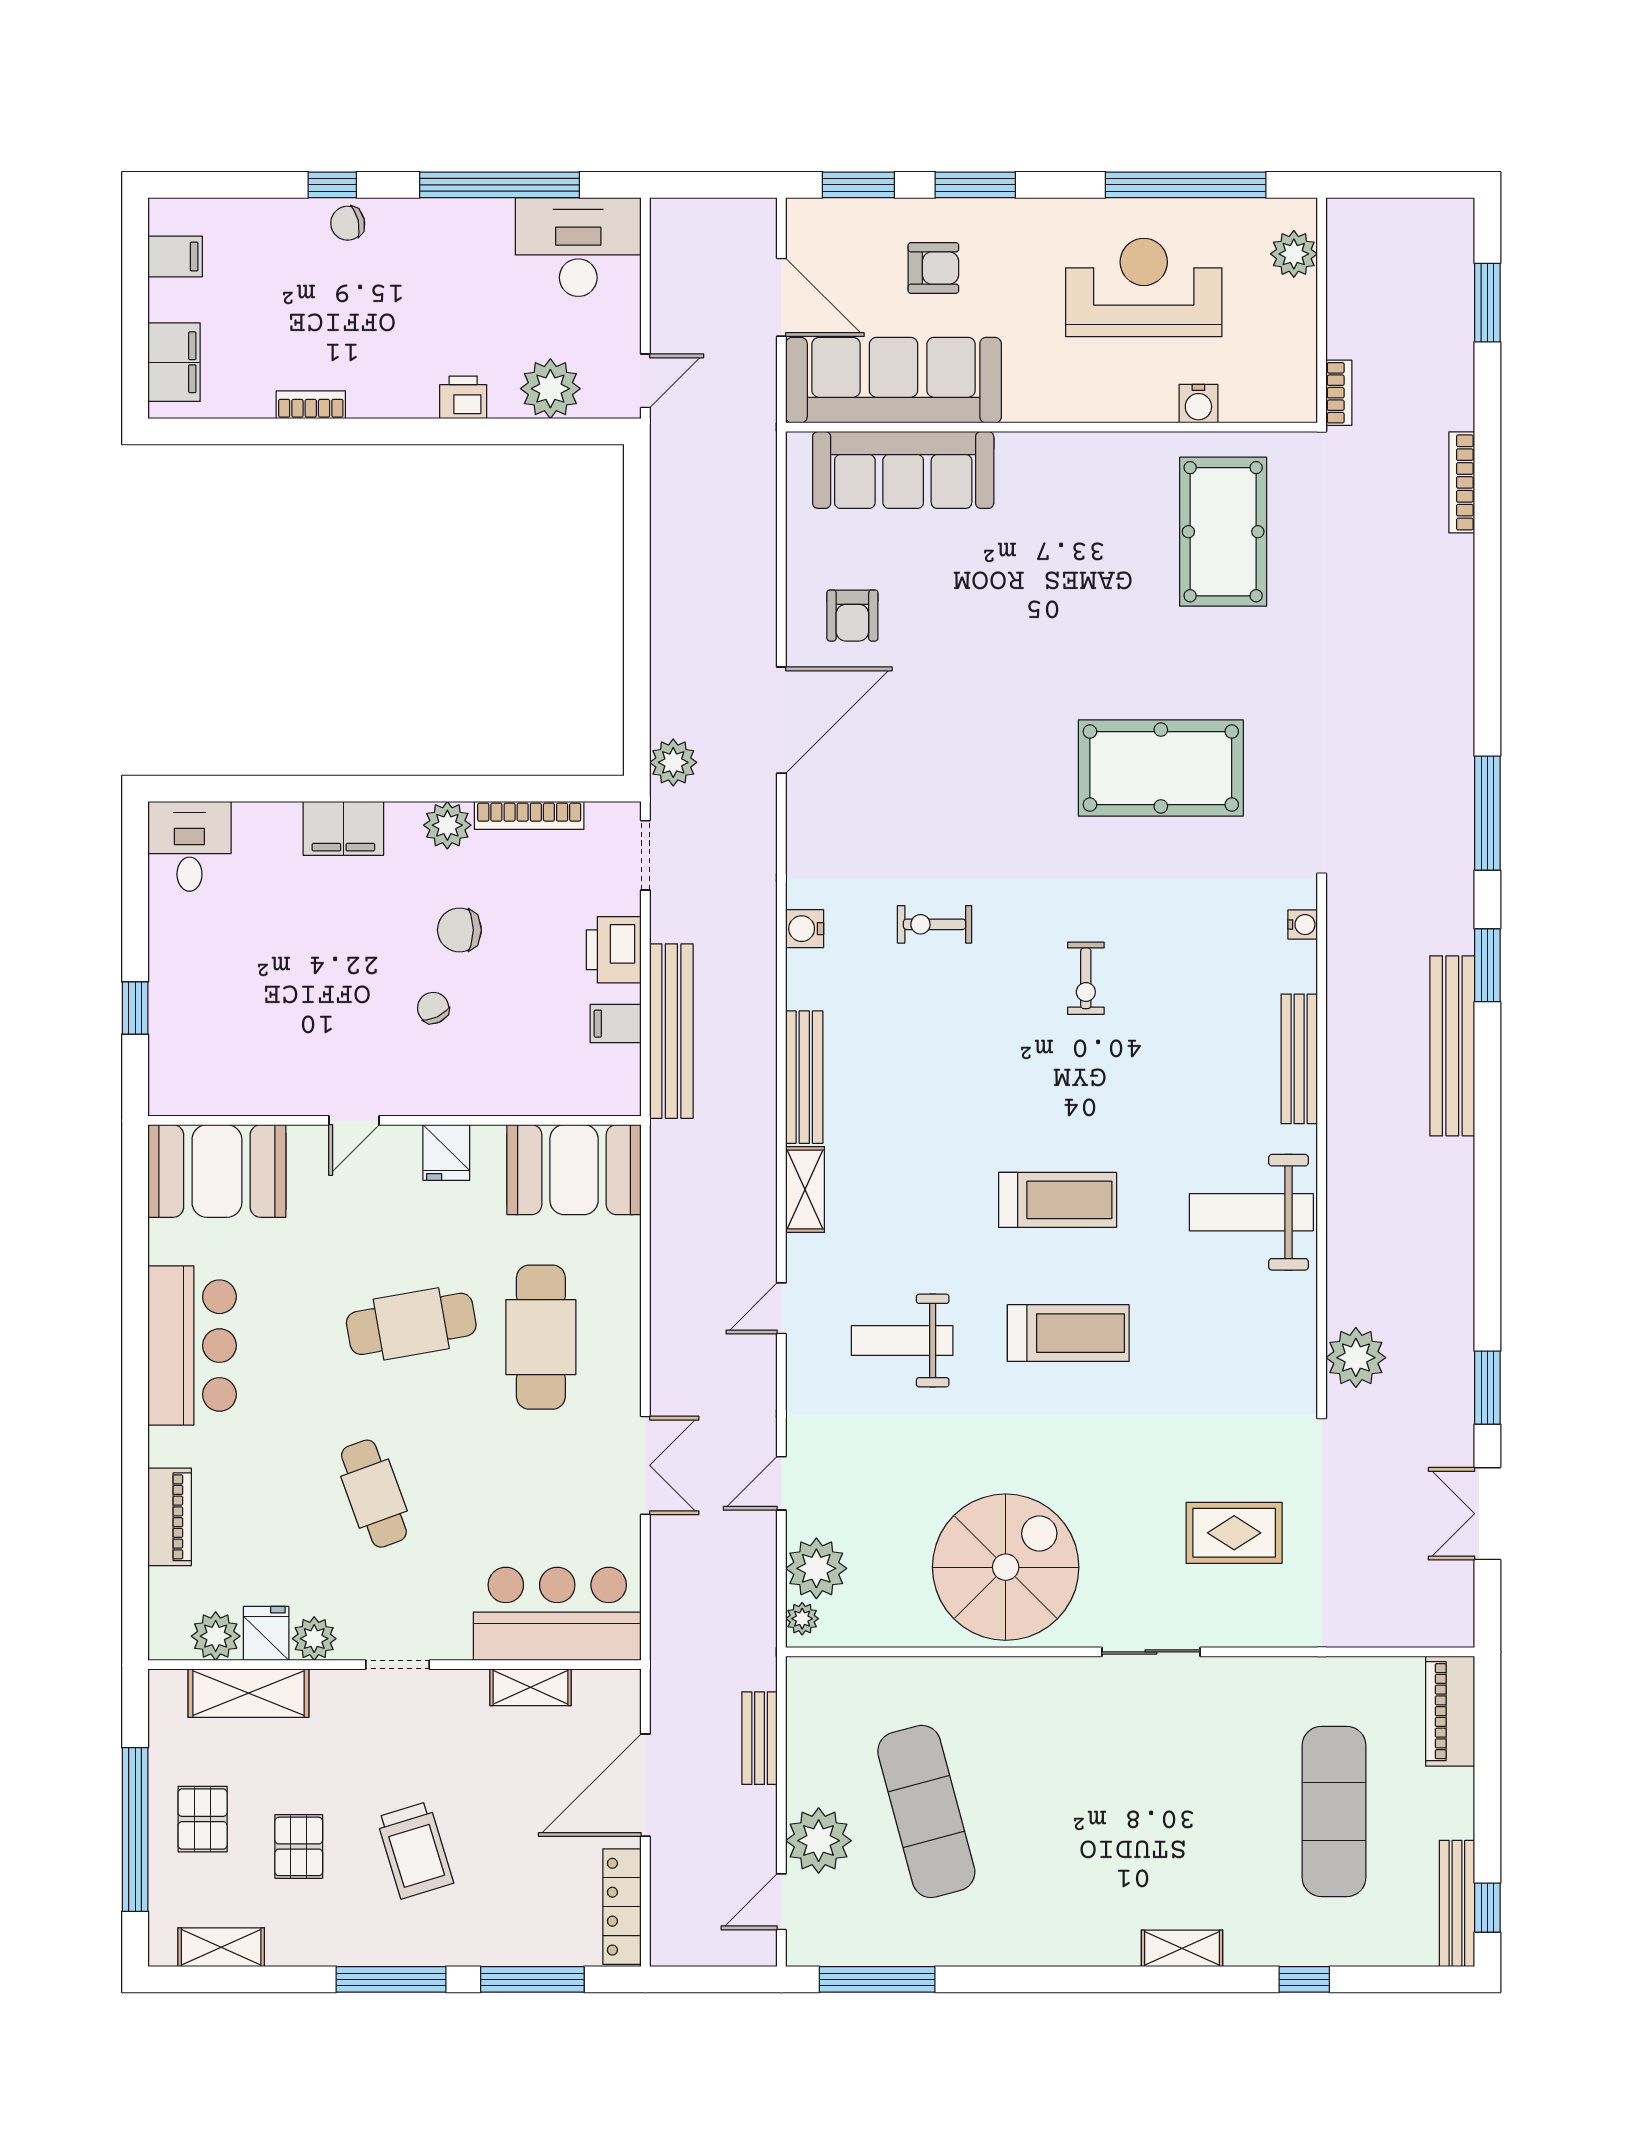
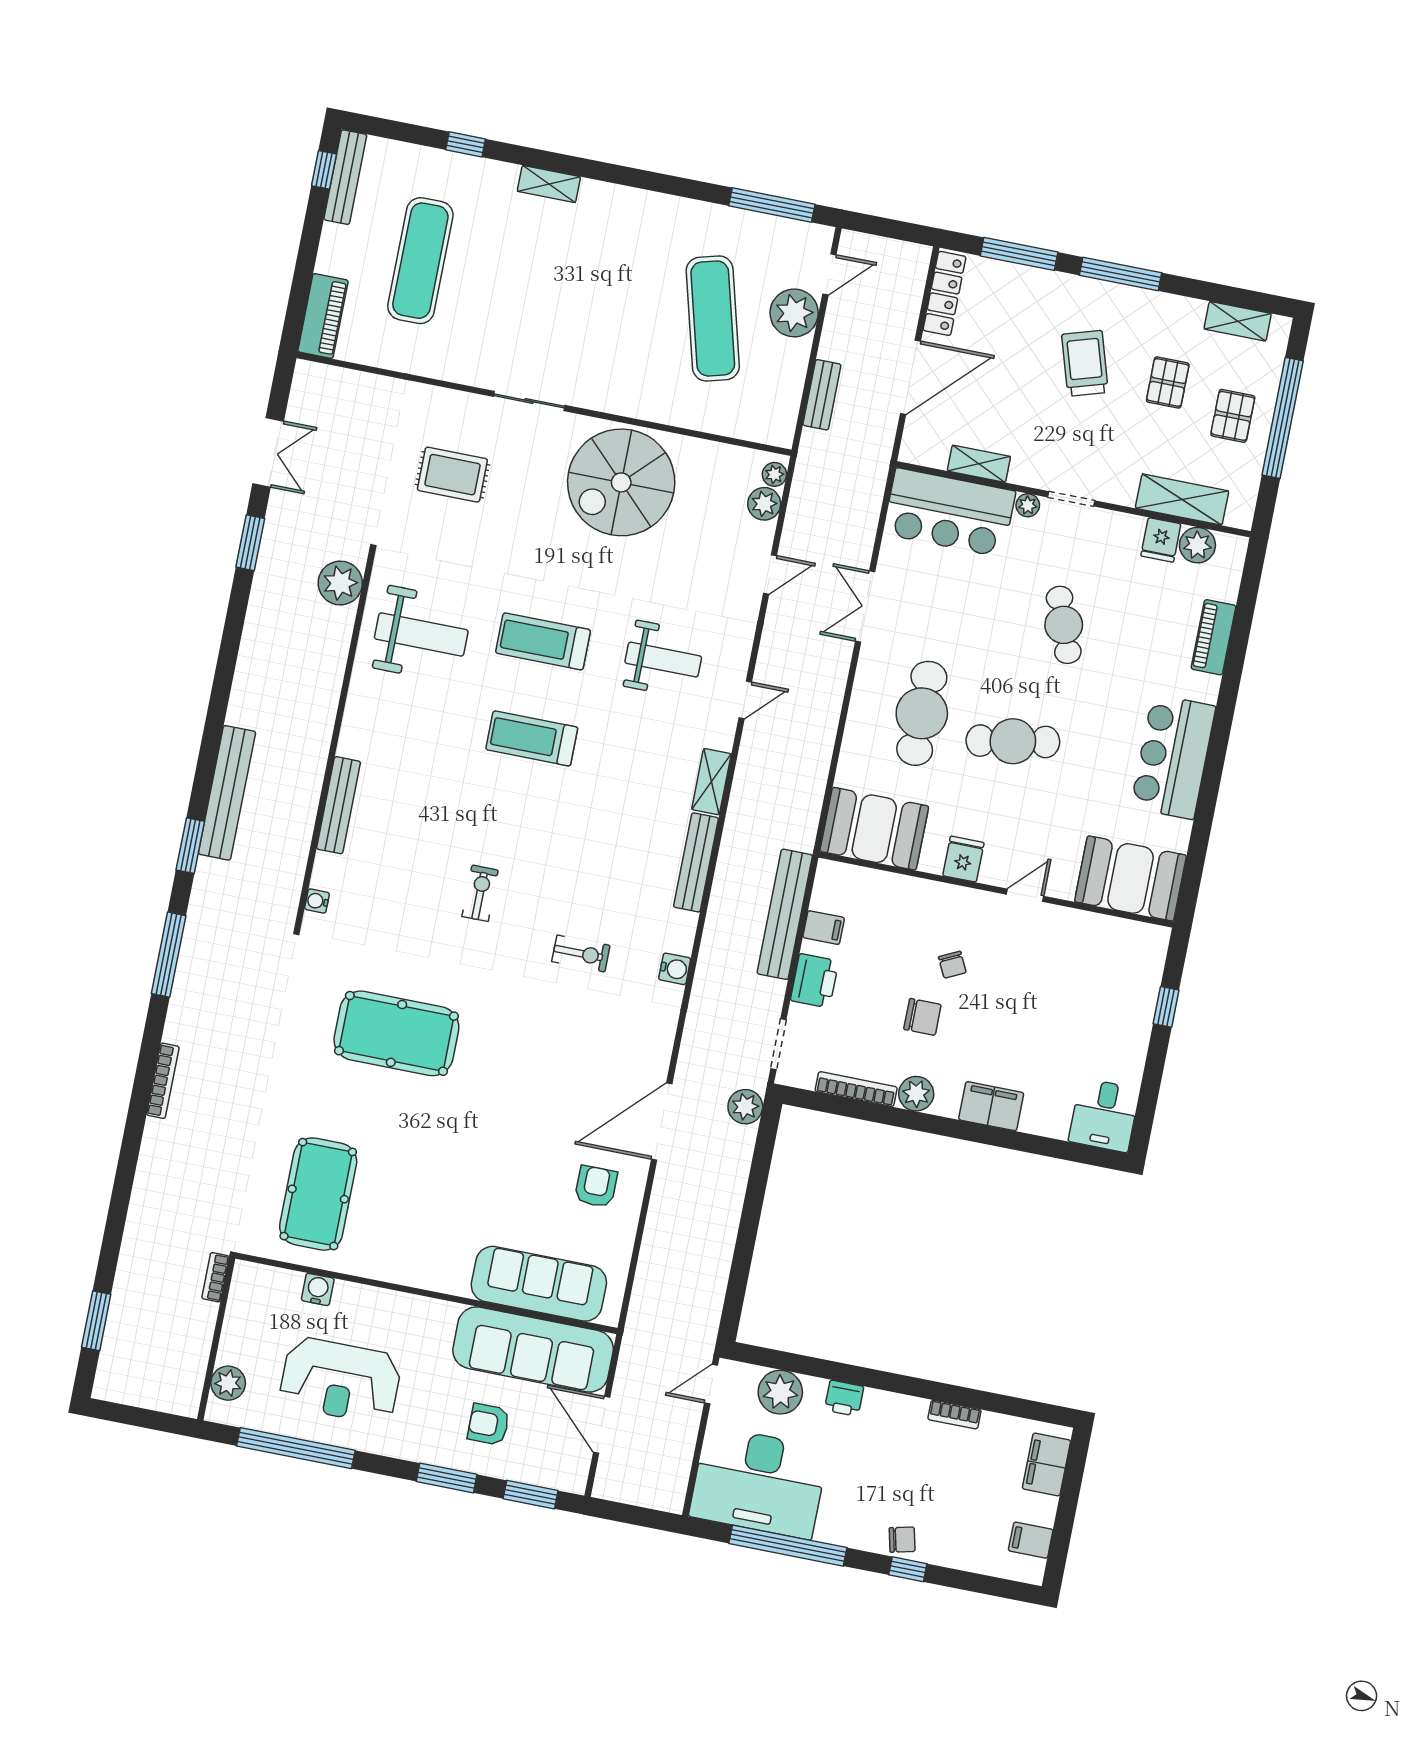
desk: (578, 247) -> (759, 1482), width x1.36, depth x1.30
bookcase: (1462, 482) -> (163, 1081), moved
weight bench: (1251, 1212) -> (421, 634), moved
plant: (816, 1568) -> (764, 504), width x0.73, depth x0.73
plant: (314, 1639) -> (1028, 505), moved, width x0.73, depth x0.73

